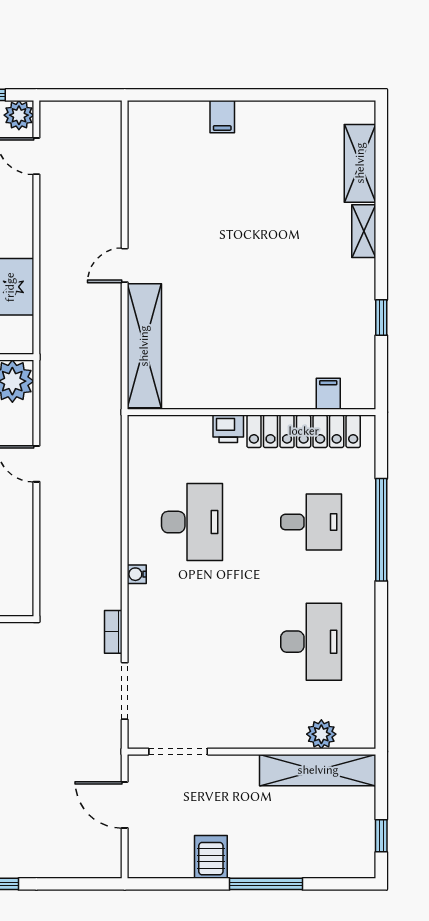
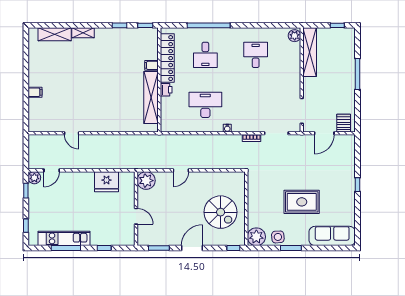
door: (125, 265) -> (72, 133), moved
shelving: (144, 346) -> (151, 97), moved, turned 90
window: (381, 379) -> (145, 25), added
filing cabinet: (328, 394) -> (151, 65), moved
desk: (311, 522) -> (205, 55), turned 180
desk: (311, 642) -> (256, 55), width x0.73
plant: (321, 734) -> (295, 36), moved
server rack: (211, 857) -> (344, 123), moved, turned 90

